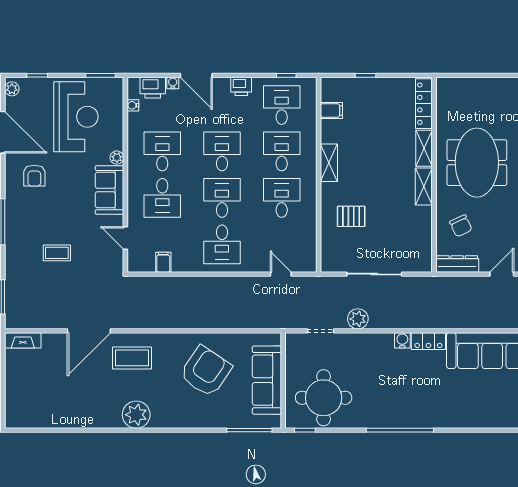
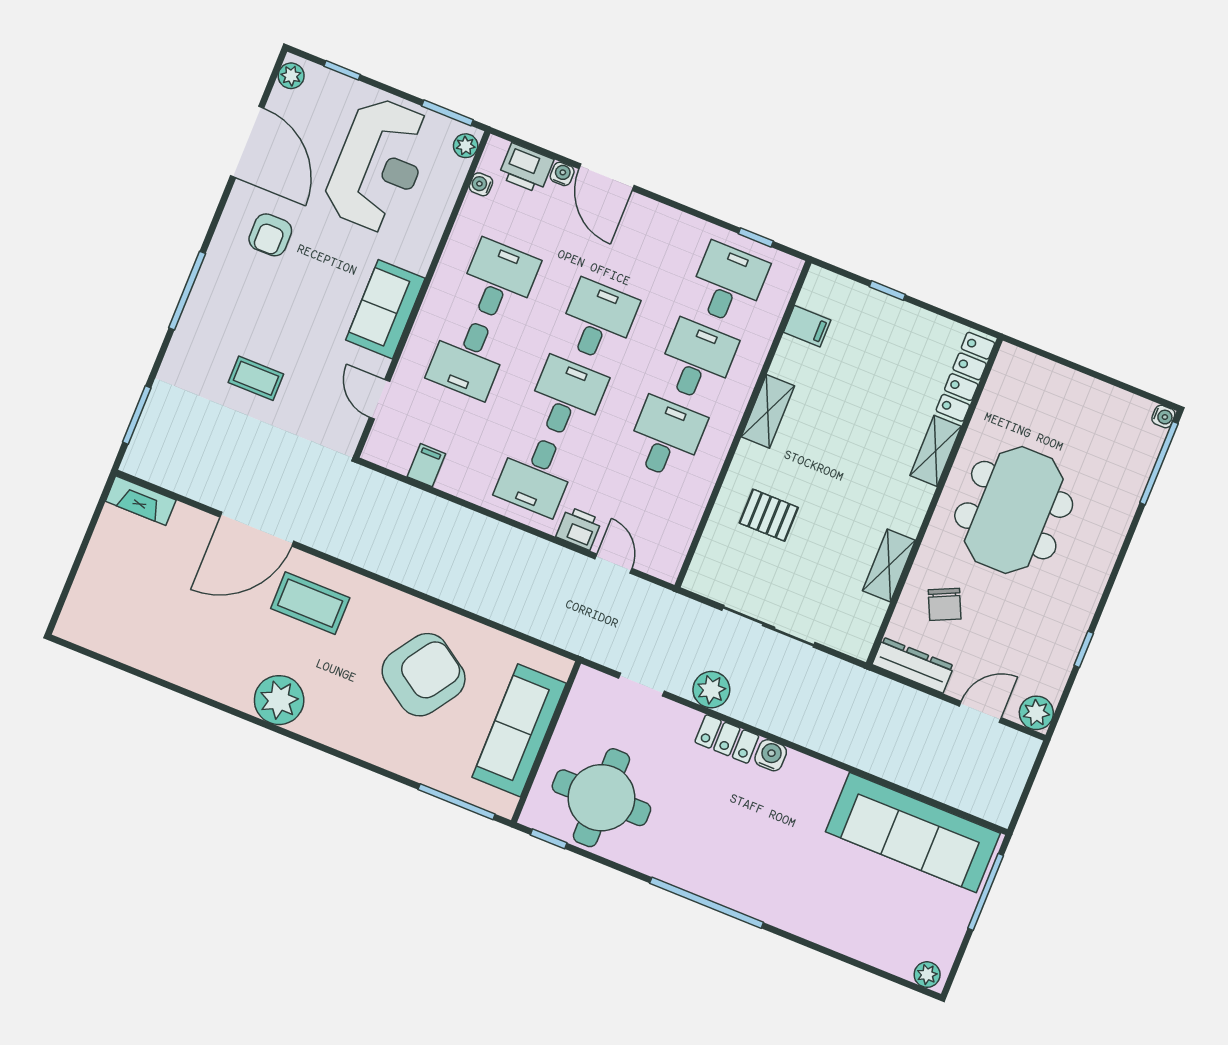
printer: (241, 86) -> (579, 528), moved, turned 180
plant: (117, 158) -> (466, 146), moved
shelving: (424, 187) -> (889, 565), moved
locker: (428, 341) -> (727, 739), moved

